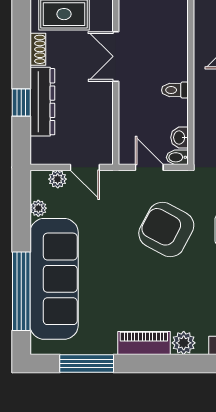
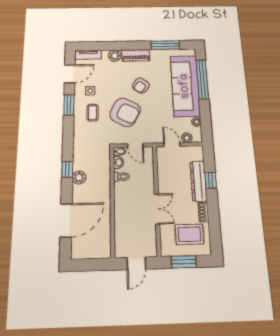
toilet: (175, 90) -> (121, 177), moved
armchair: (136, 281) -> (141, 86), added

